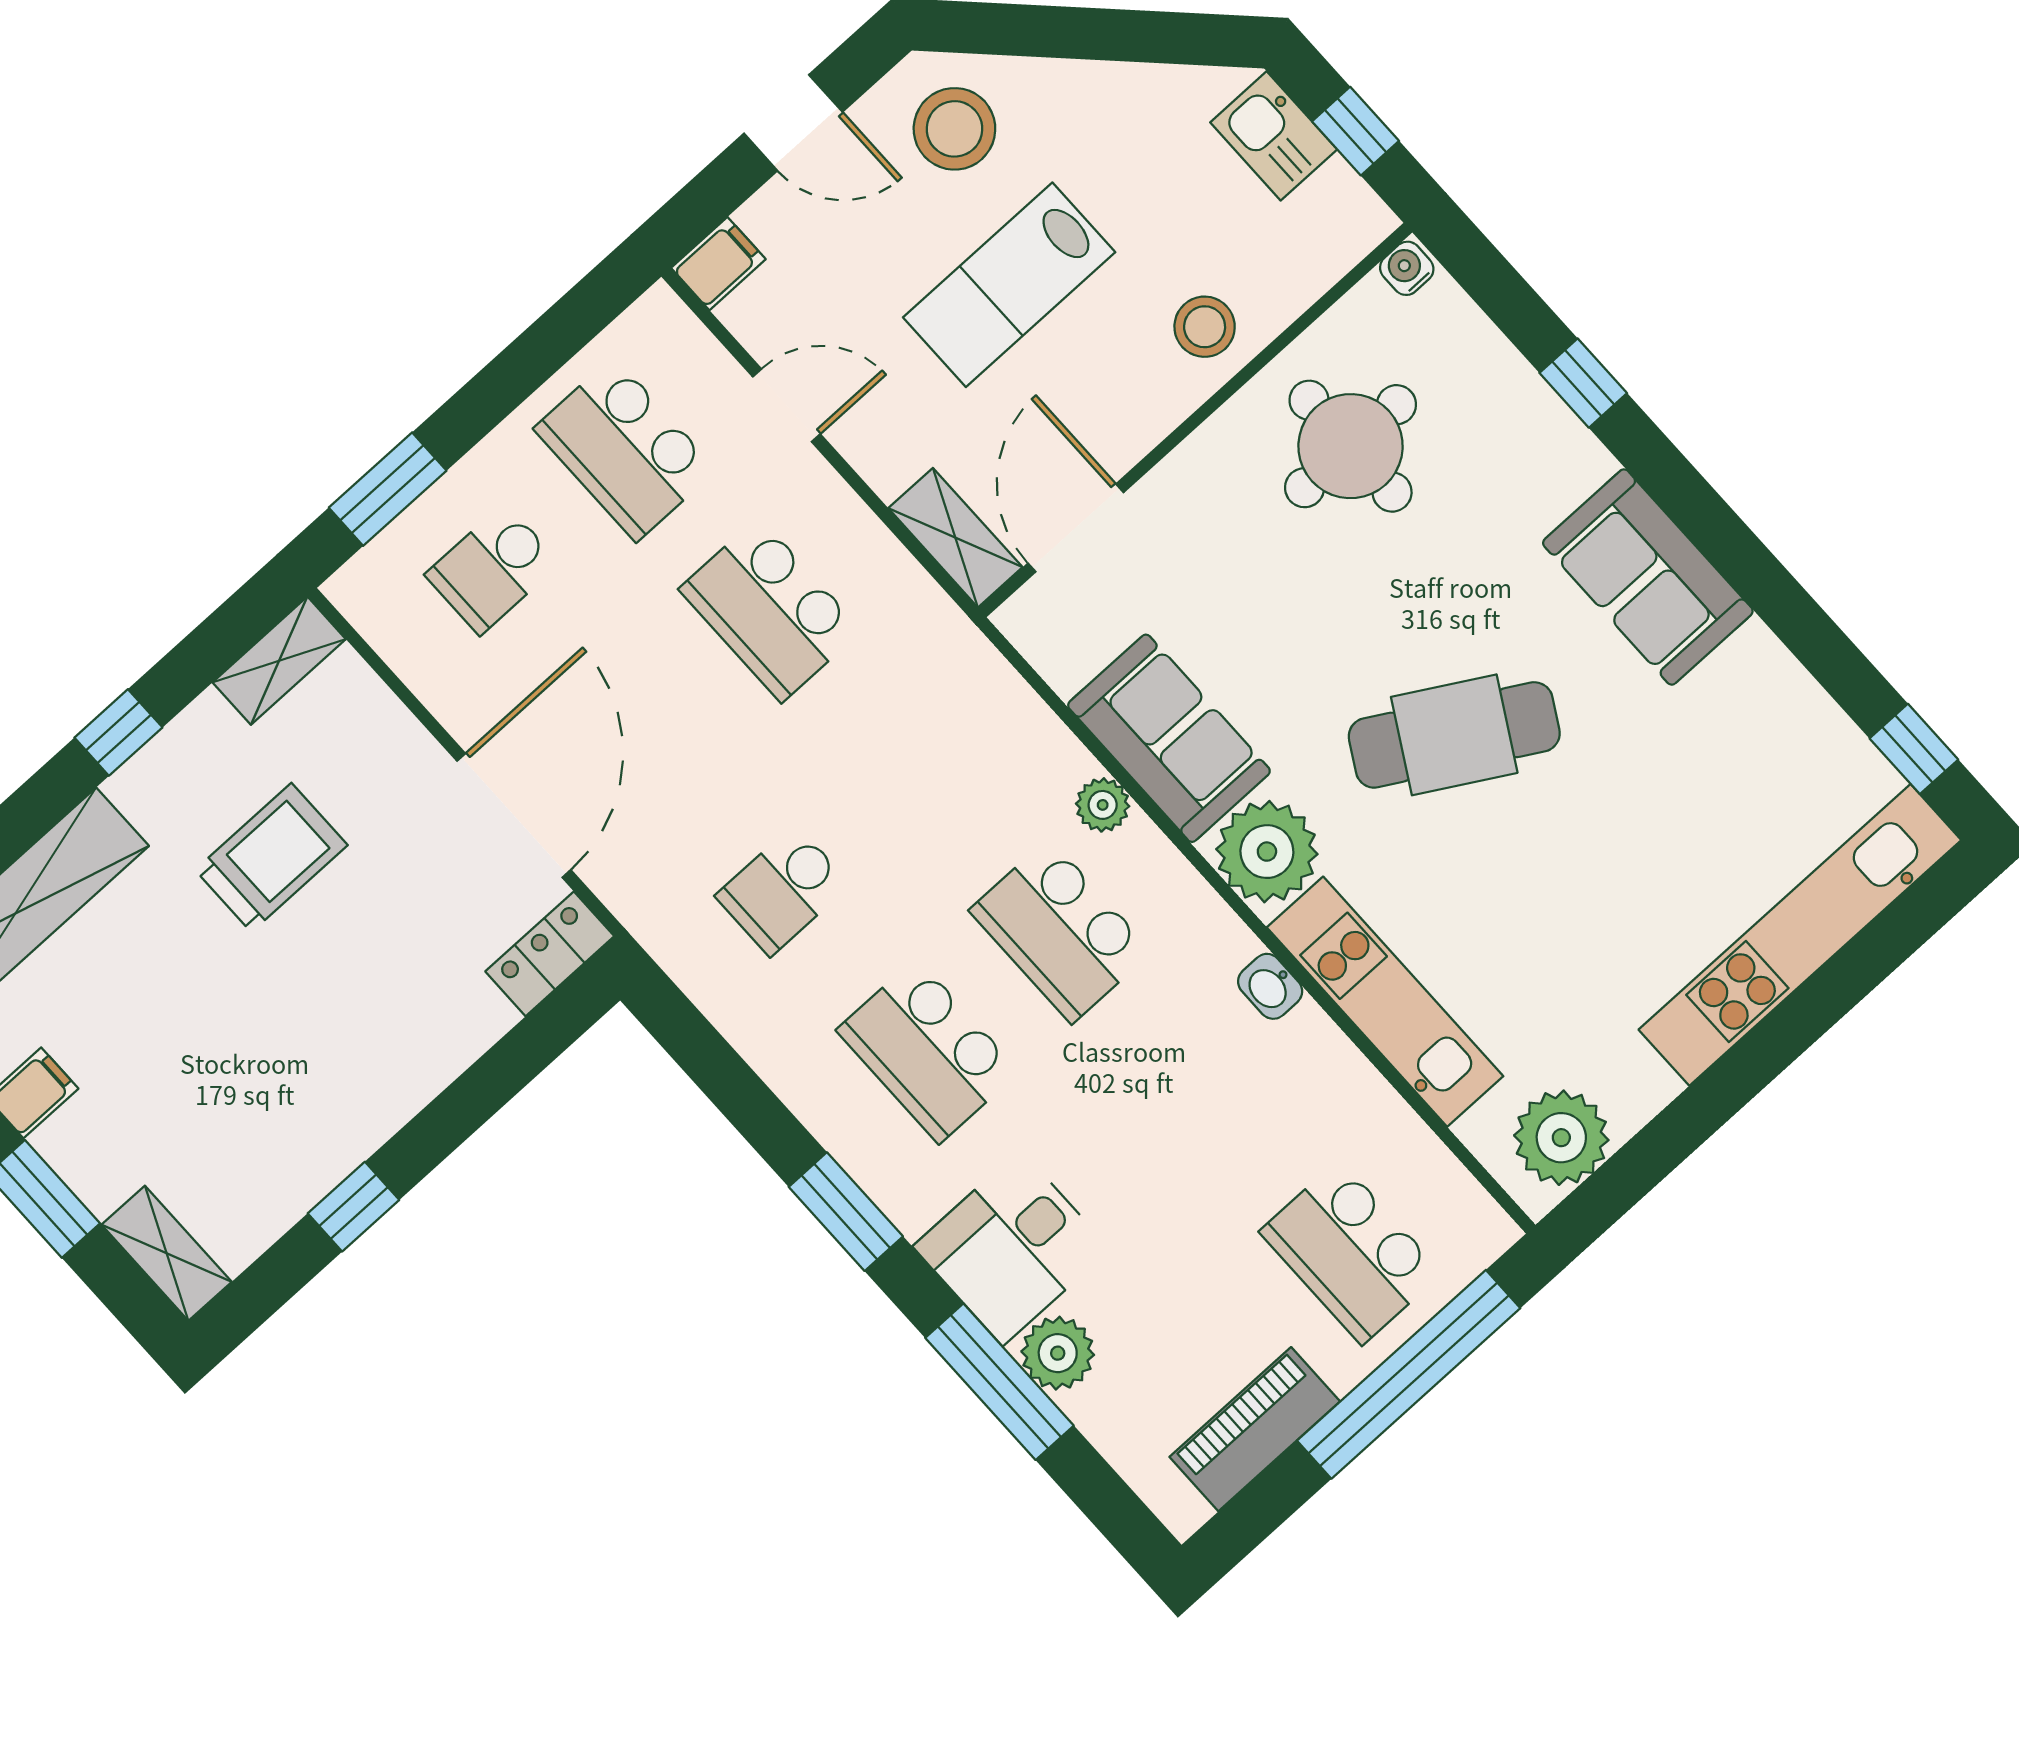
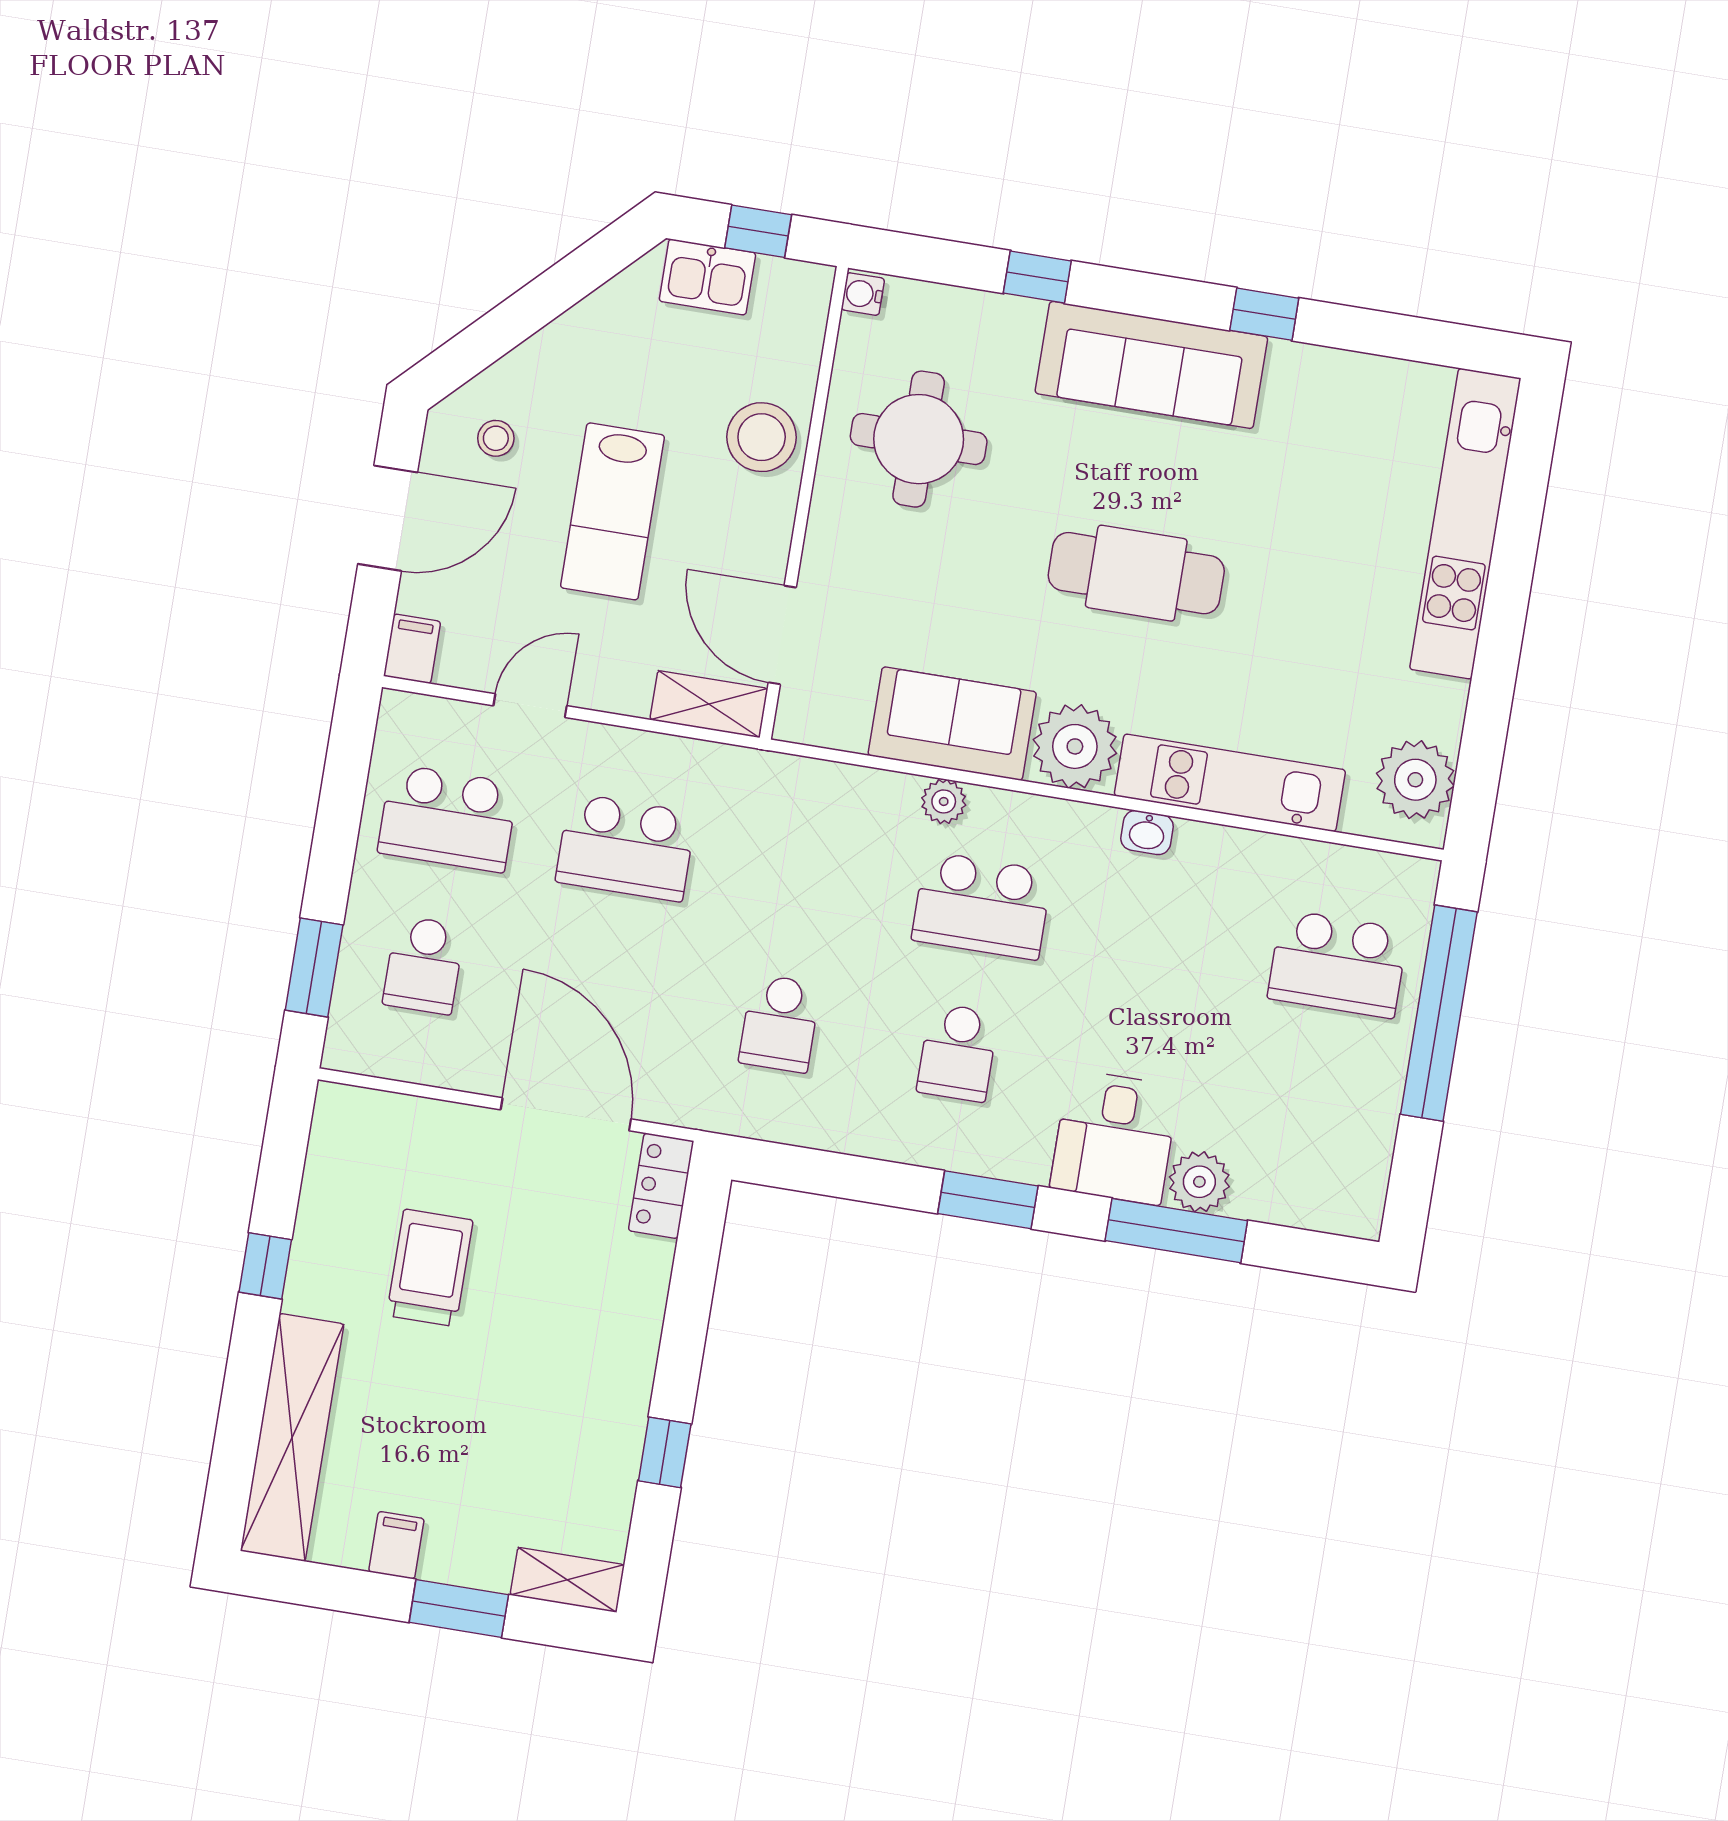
door: (793, 123) -> (388, 518), width x1.38
stool: (954, 129) -> (496, 438), width x0.53, depth x0.53
stool: (1205, 327) -> (762, 437), width x1.38, depth x1.38
sofa: (1648, 577) -> (1151, 365), width x1.36
shelving: (279, 661) -> (333, 1136), removed
cafe table: (1454, 735) -> (1136, 573), turned 60
window: (1914, 749) -> (1264, 314), moved
school desk: (928, 1051) -> (958, 1052), width x0.54
piano: (1255, 1429) -> (1367, 1129), removed

